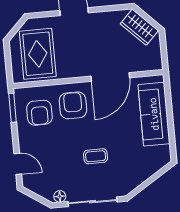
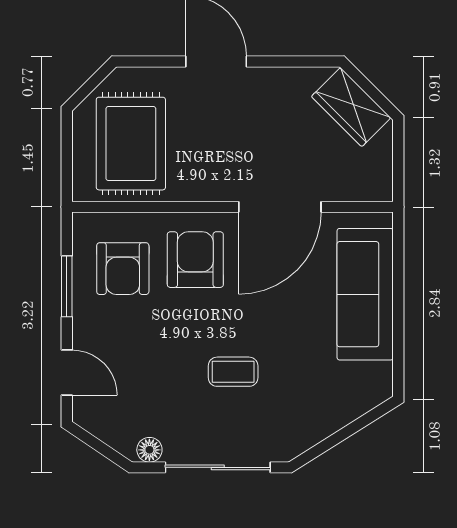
window: (12, 108) -> (67, 286), moved

